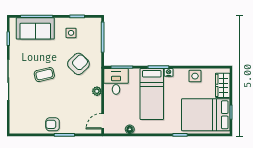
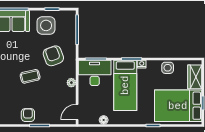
side table: (71, 33) -> (46, 25), width x1.87, depth x1.87
armchair: (78, 64) -> (53, 56), turned -65
coffee table: (44, 75) -> (30, 76), moved
desk: (116, 81) -> (95, 73), width x1.37
armchair: (53, 124) -> (28, 115), turned 90

